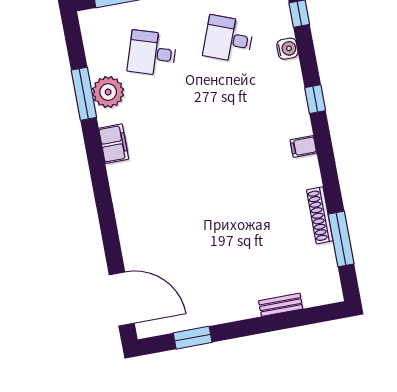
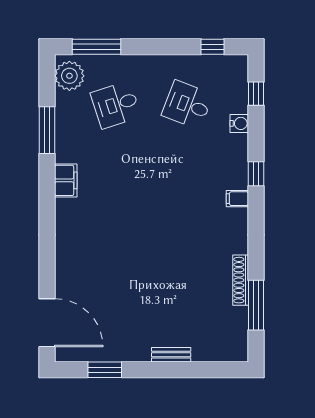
desk: (152, 53) -> (116, 105), turned -36
plant: (108, 92) -> (69, 76), moved
filing cabinet: (303, 146) -> (237, 199), moved
bench: (281, 305) -> (171, 355), moved

